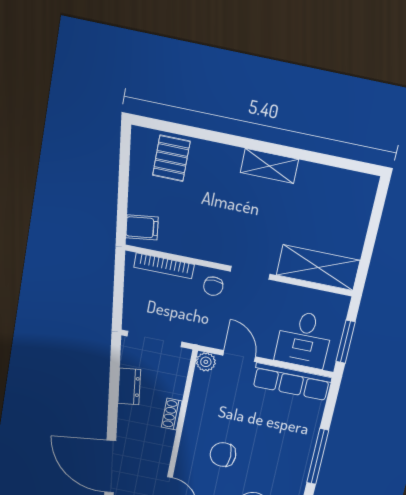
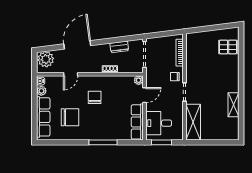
shelving: (269, 166) -> (233, 105), moved
filing cabinet: (142, 227) -> (195, 39), removed

